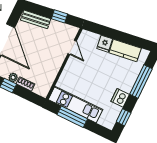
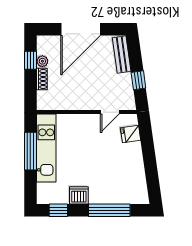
fridge: (105, 44) -> (131, 134), moved
kitchen counter: (125, 50) -> (136, 175), removed

